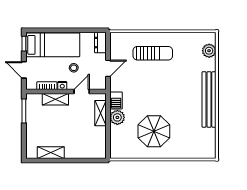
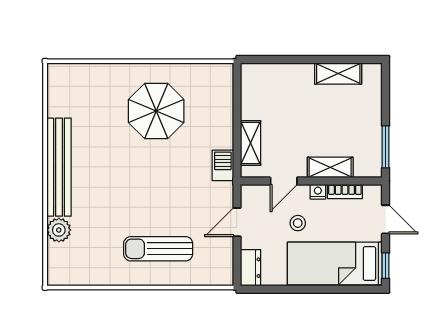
plant: (209, 51) -> (59, 230), moved
plant: (117, 117) -> (221, 135), removed

